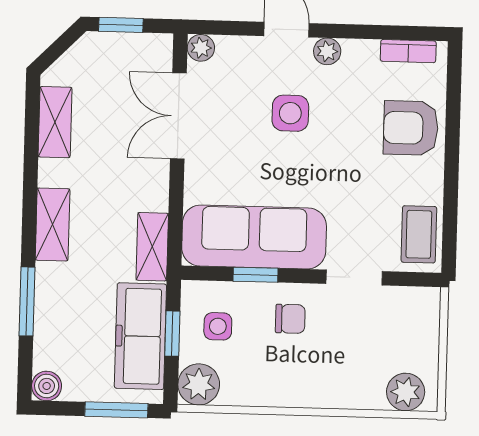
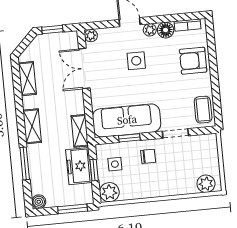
floor lamp: (361, 56) -> (166, 30), added
freezer: (140, 336) -> (79, 166), width x0.71

